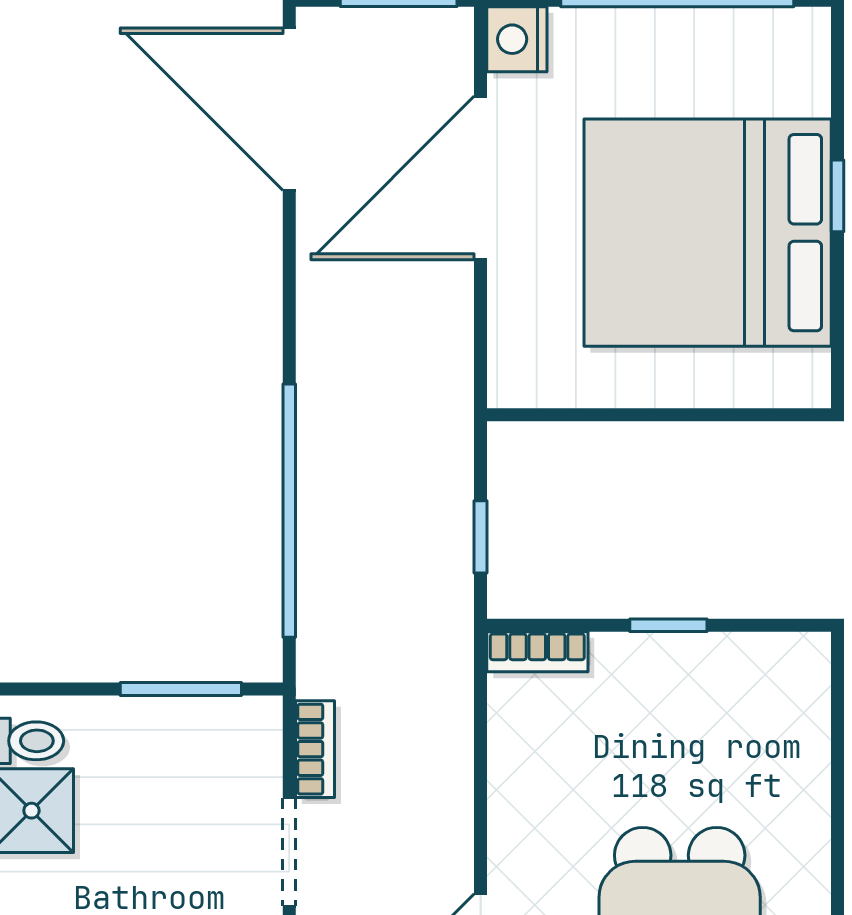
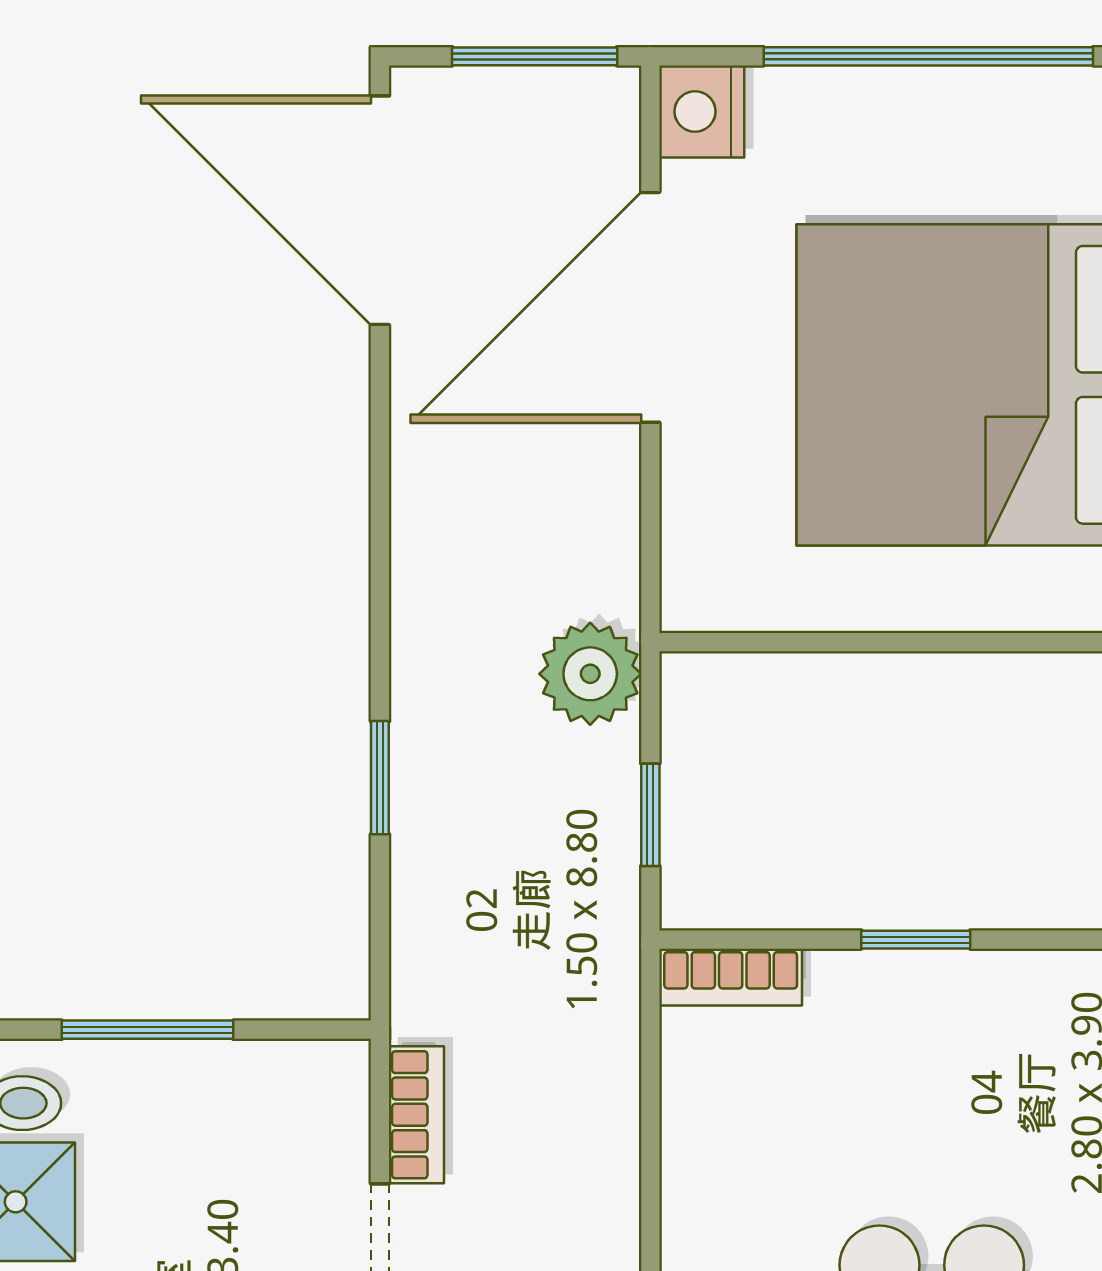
plant: (438, 437) -> (590, 674), added
window: (289, 511) -> (380, 778), width x0.32
window: (181, 689) -> (147, 1030), moved

